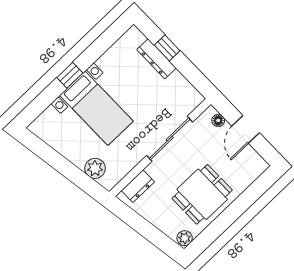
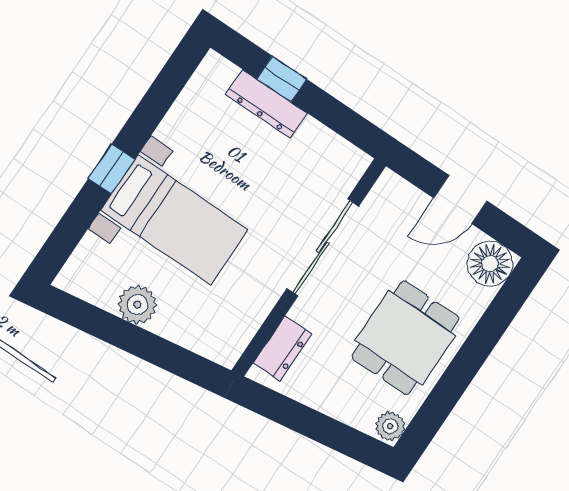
floor lamp: (218, 120) -> (490, 264), moved, width x1.89, depth x1.89
door: (246, 129) -> (460, 199), hinge flipped
plant: (95, 168) -> (137, 305), moved

